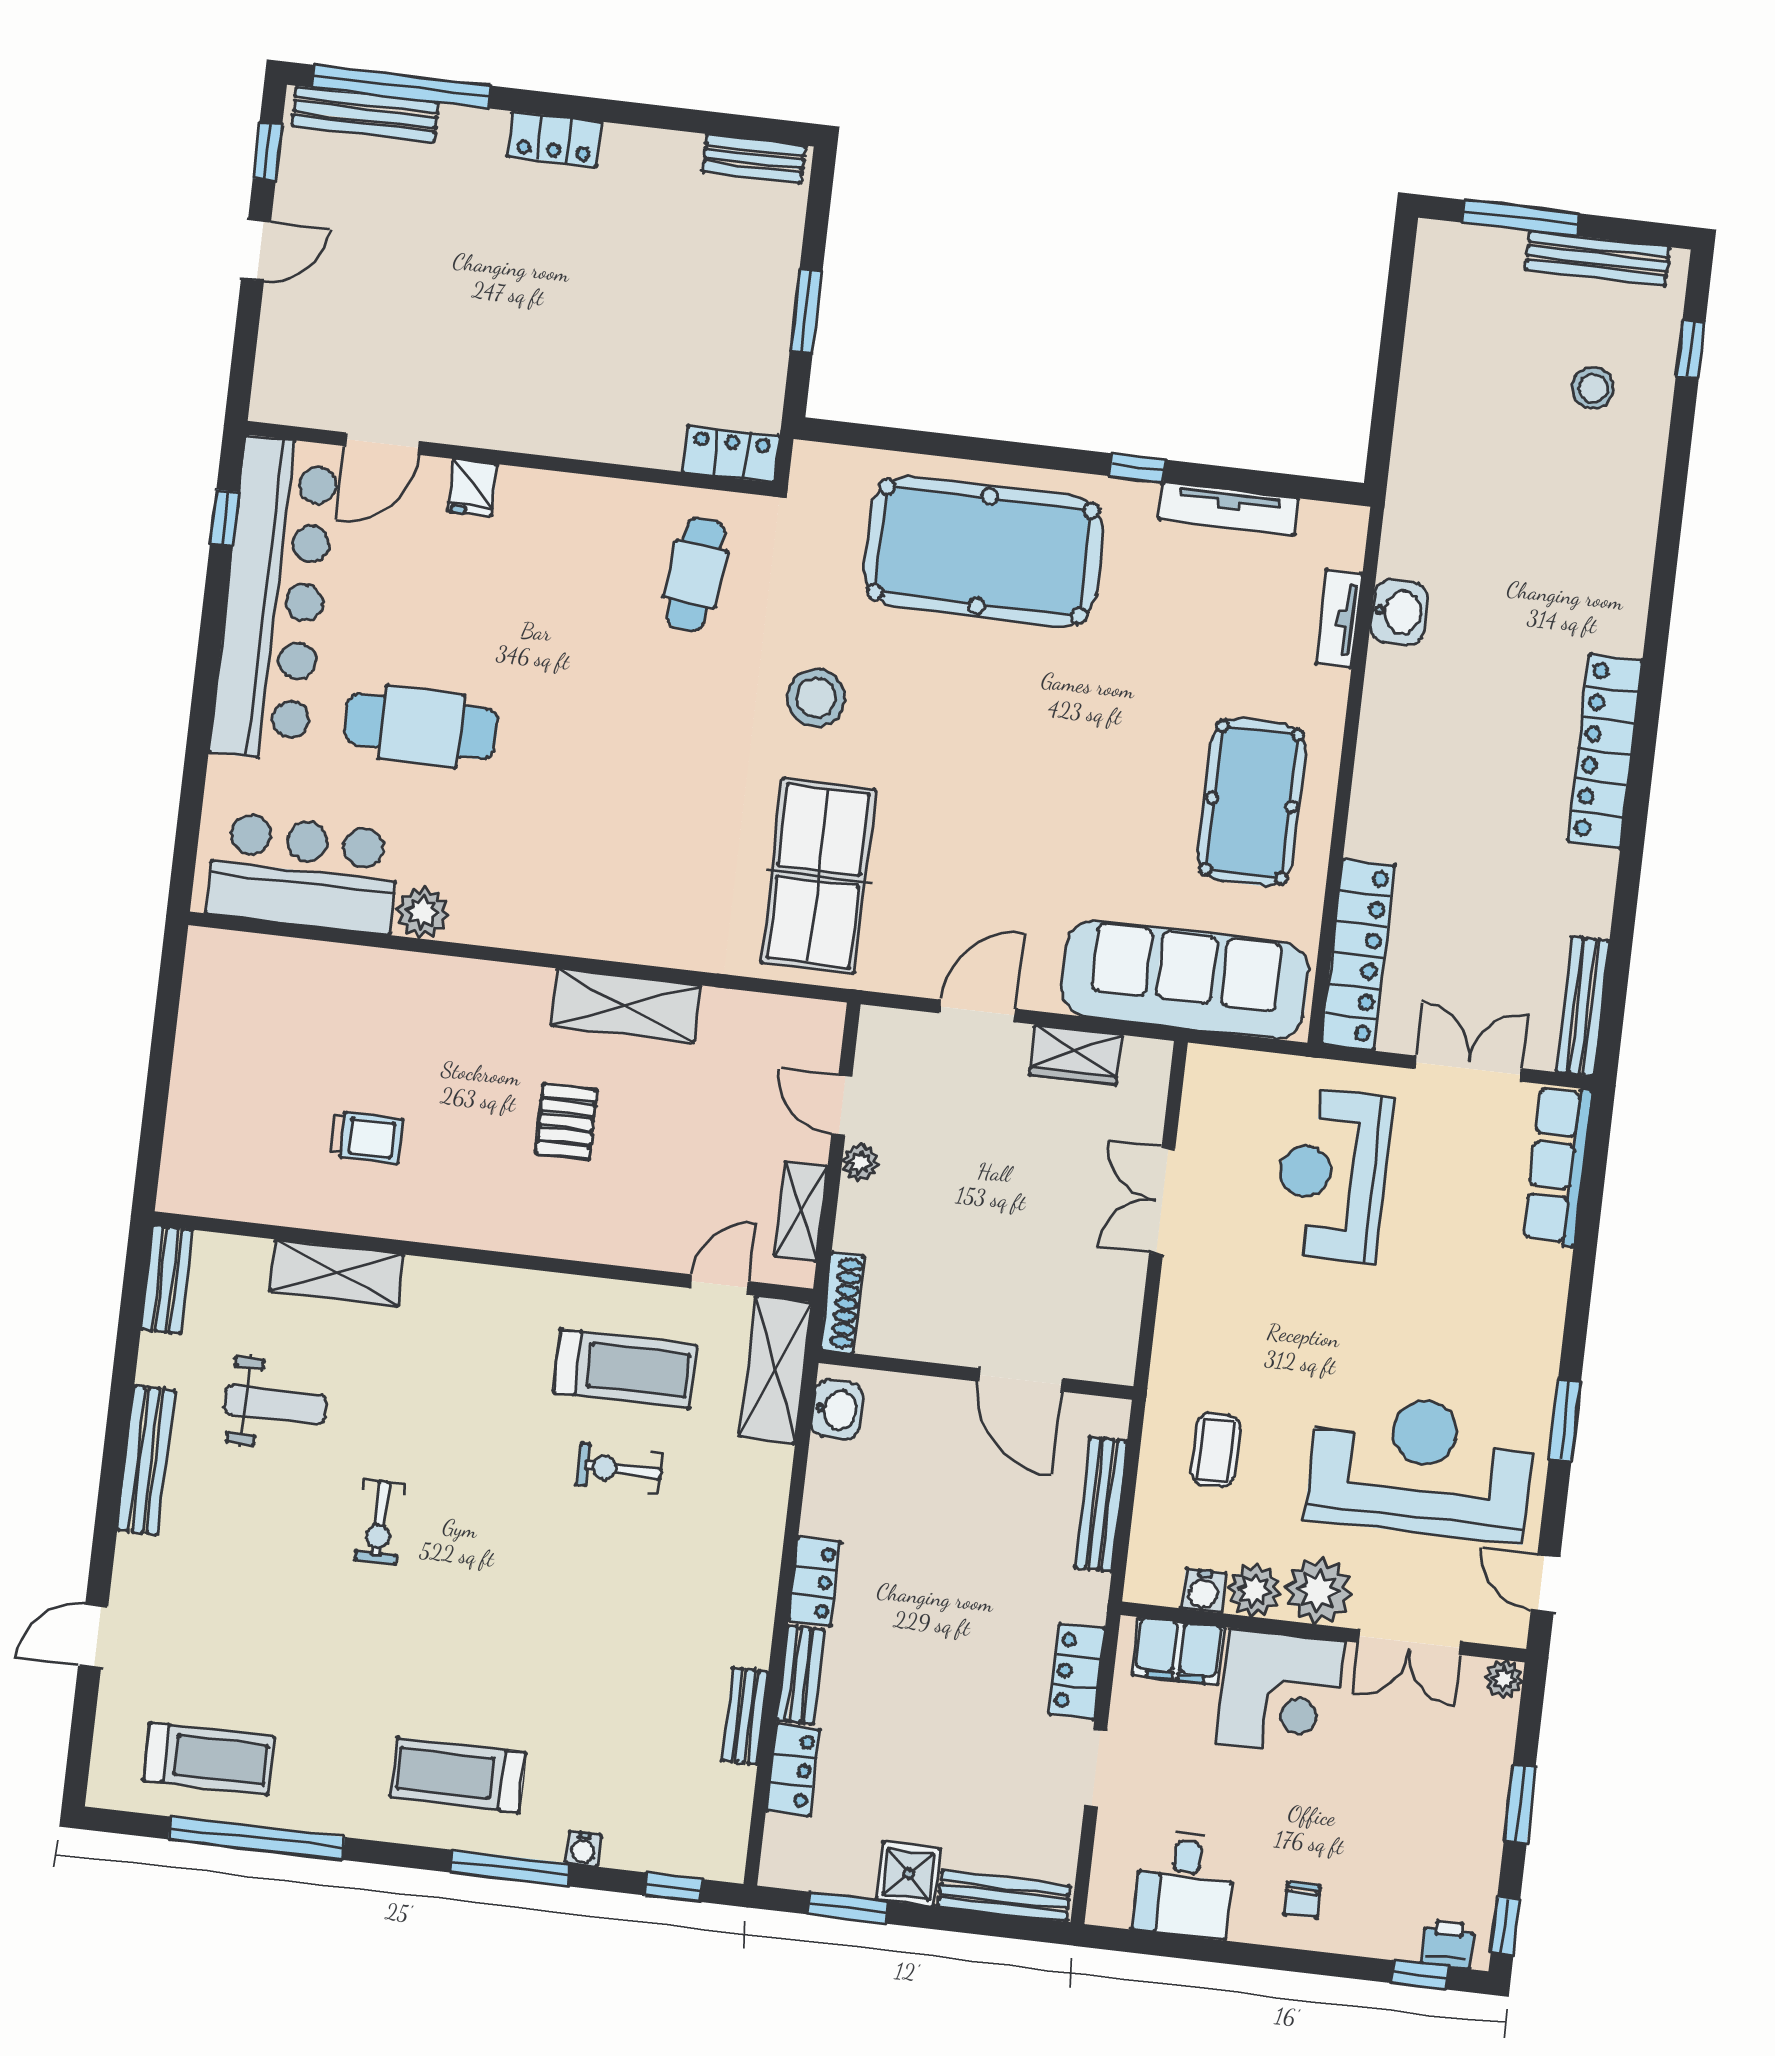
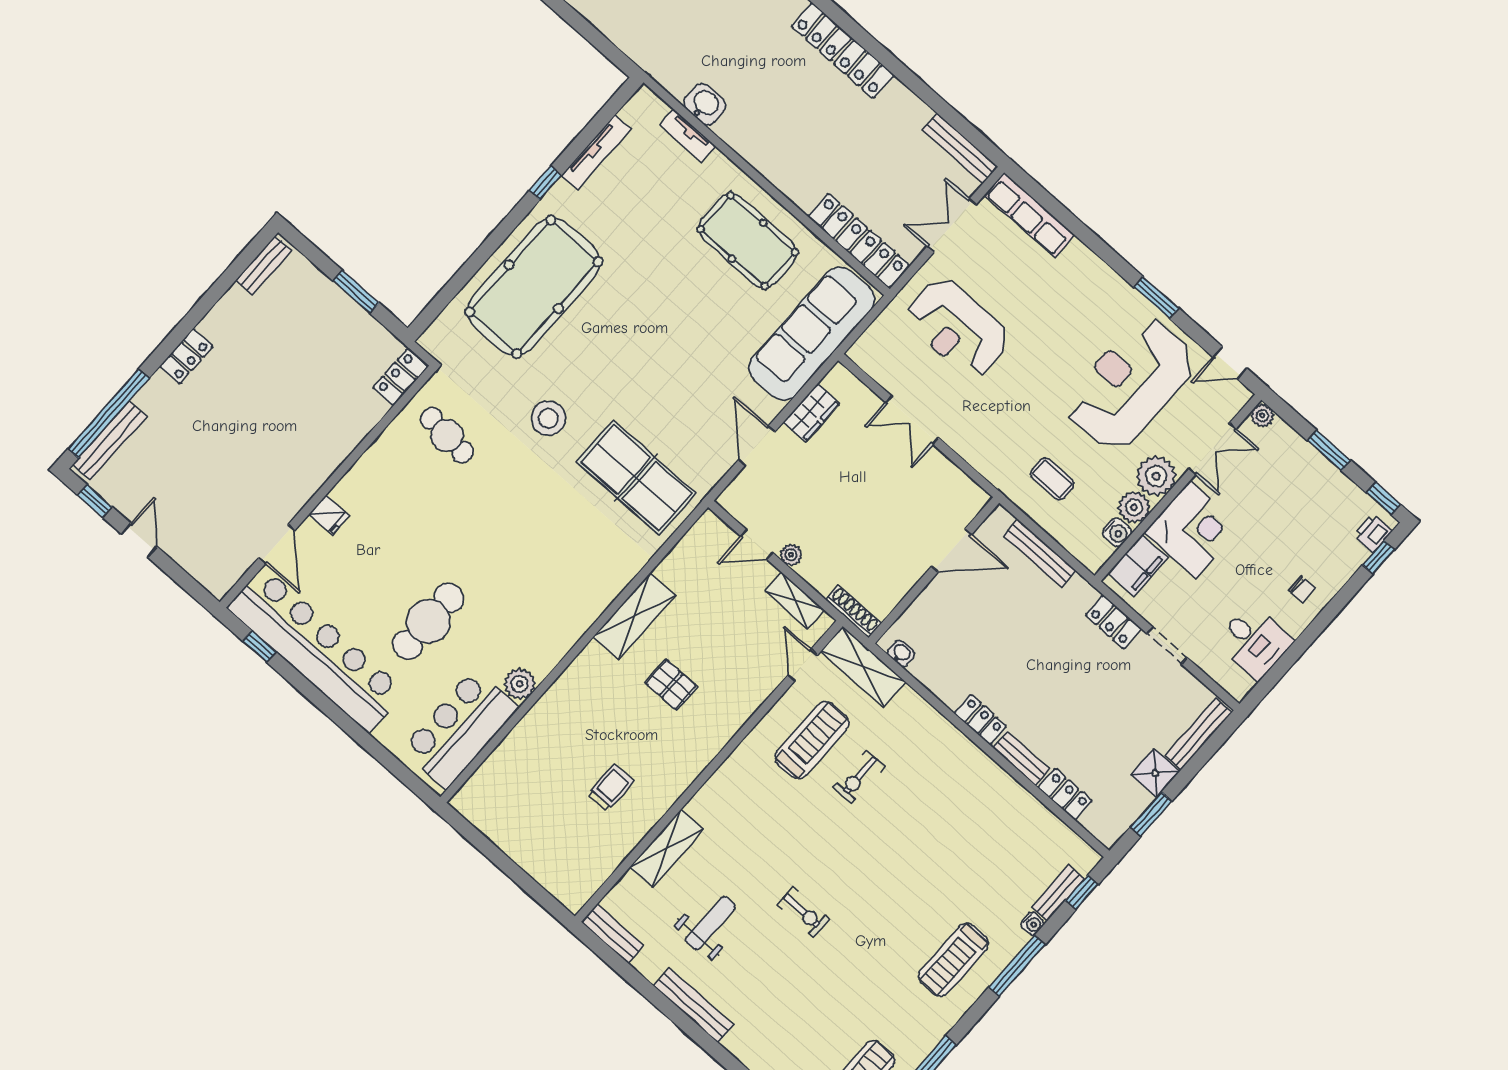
washbasin: (837, 1410) -> (901, 653), width x0.72, depth x0.69
bench: (745, 1716) -> (1058, 893), moved, turned 90

